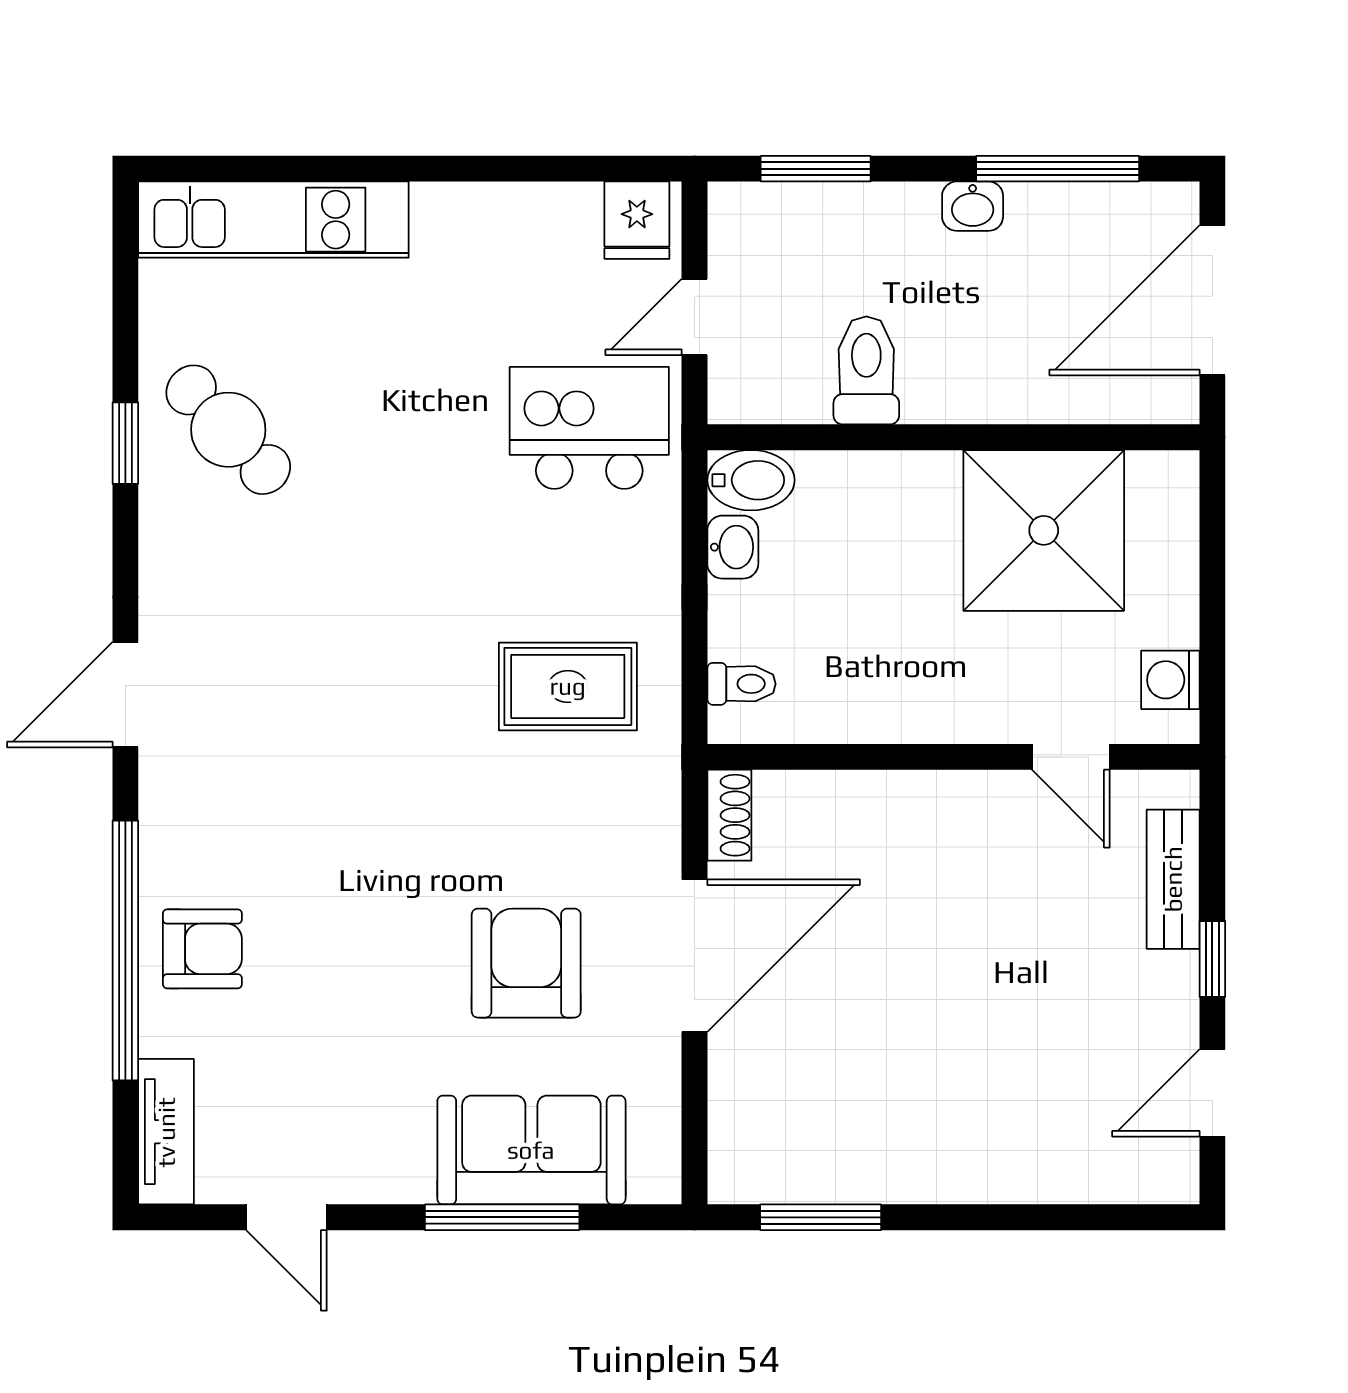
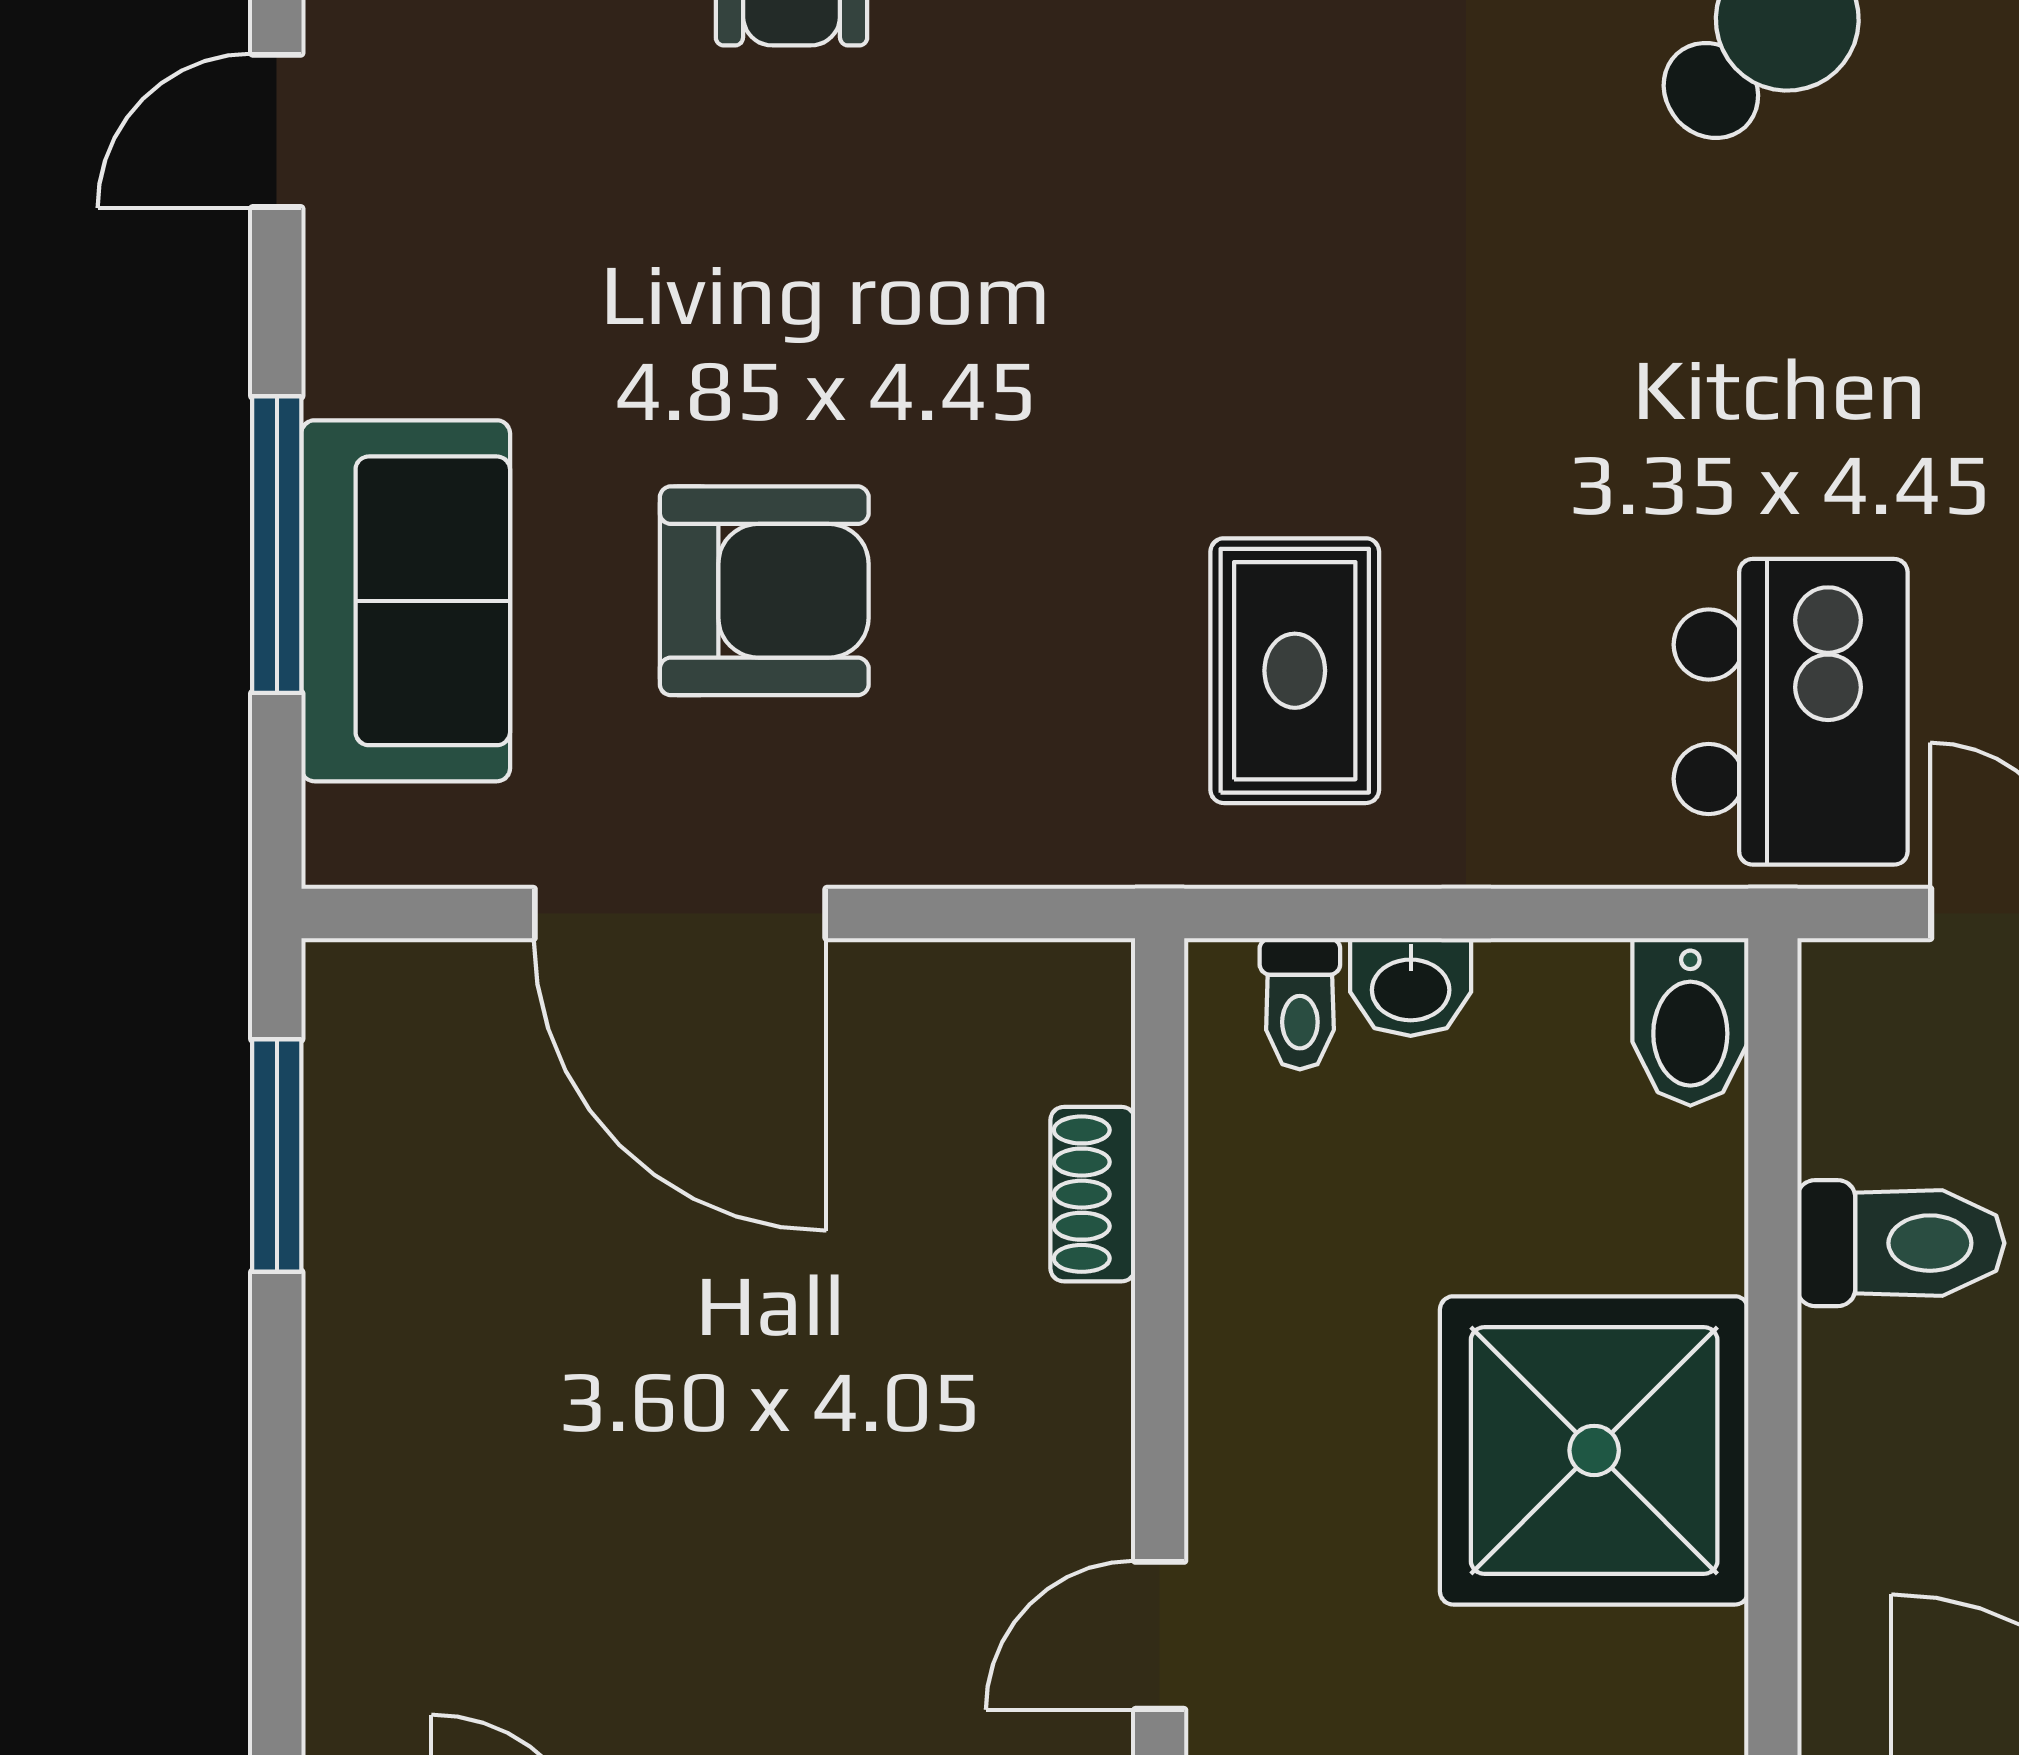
shower: (1044, 530) -> (1594, 1450), moved
washbasin: (733, 547) -> (1411, 987), moved
shoe rack: (729, 815) -> (1093, 1194), moved, turned 90
door: (694, 956) -> (680, 914), moved

